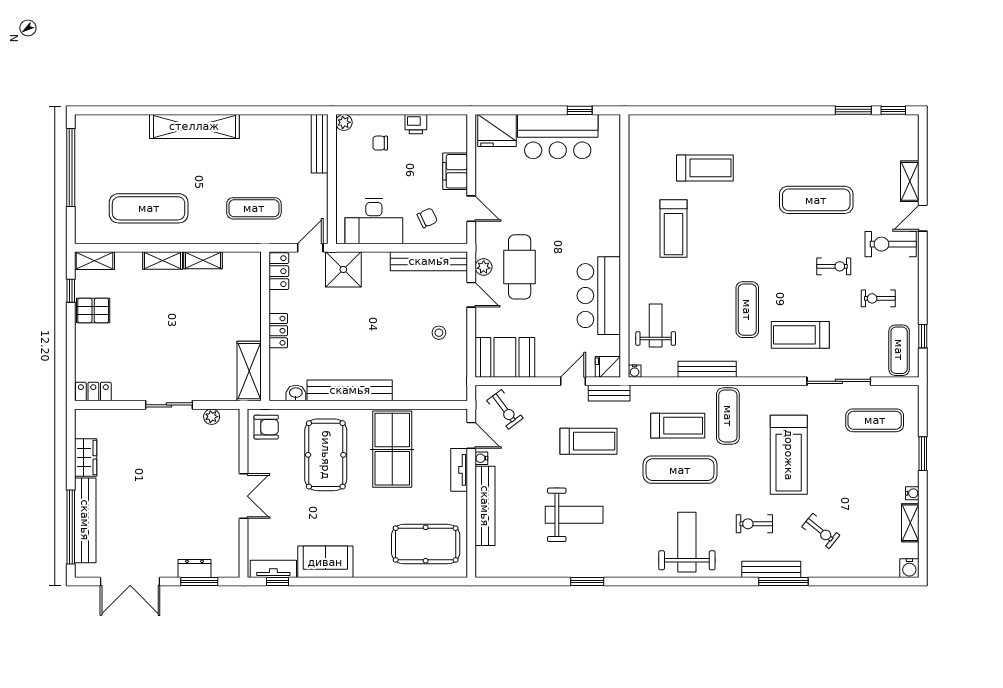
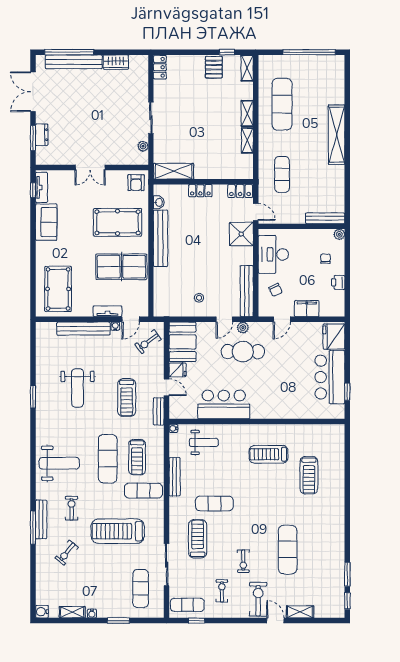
fridge: (608, 367) -> (178, 370), moved, turned 90

